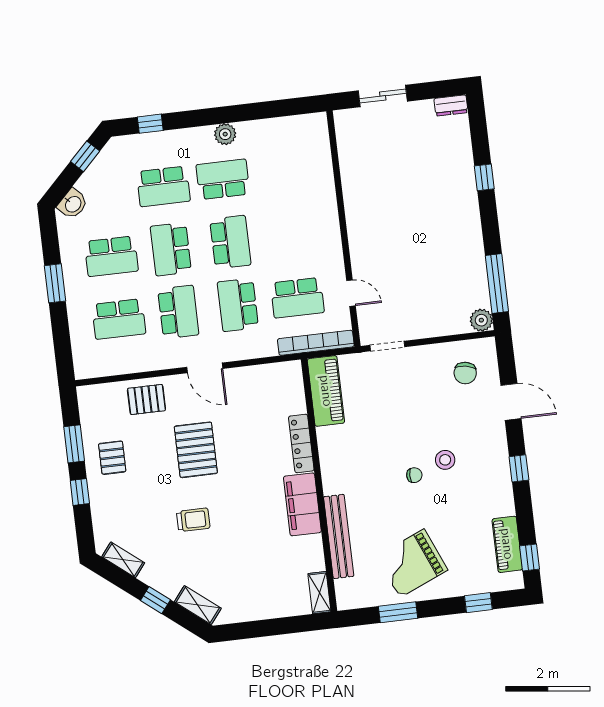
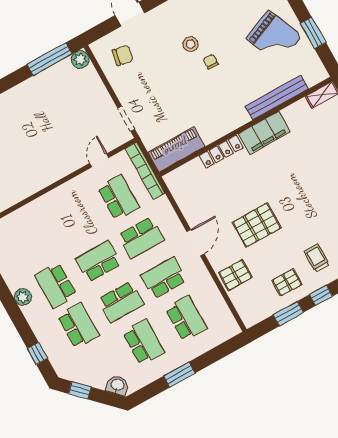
pallet: (146, 399) -> (235, 275), turned 90
trolley: (193, 520) -> (317, 258), moved

